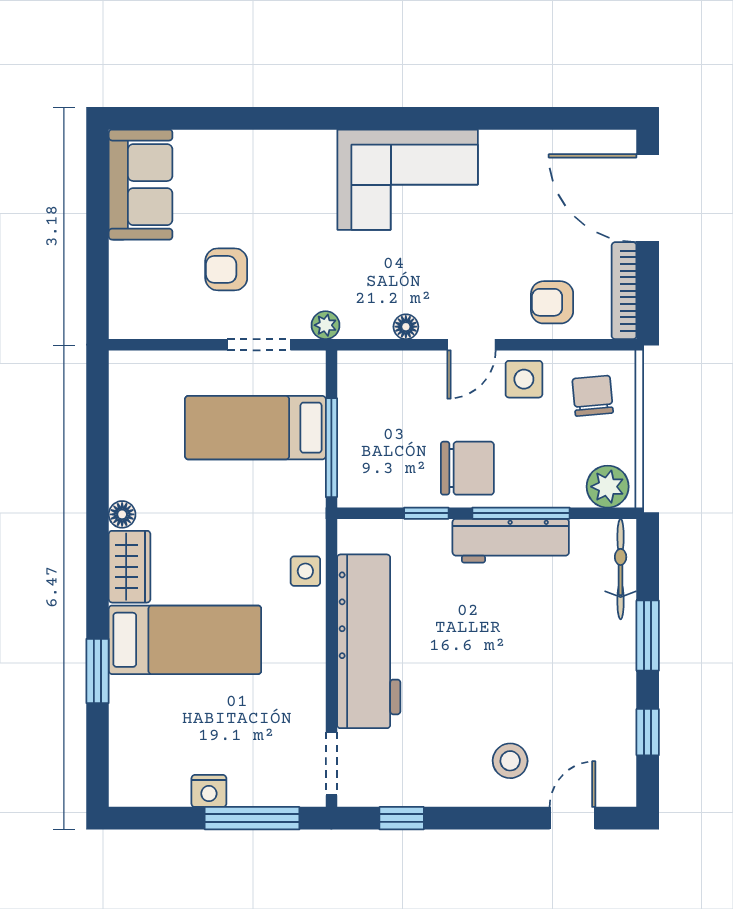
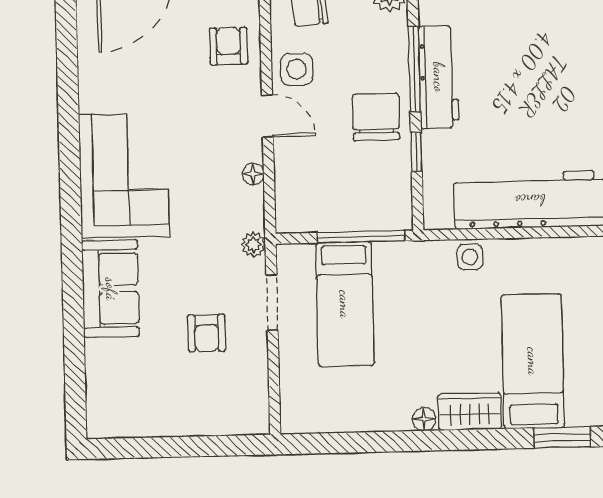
sofa: (141, 185) -> (111, 289), moved, turned 90
armchair: (552, 302) -> (229, 46), turned 180

